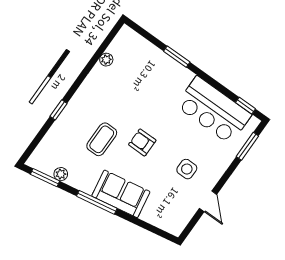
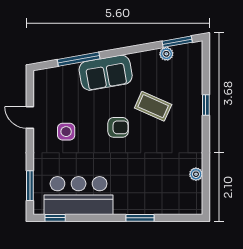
coffee table: (102, 139) -> (153, 106), turned -66
window: (97, 202) -> (79, 59), moved

